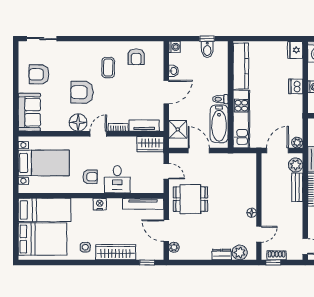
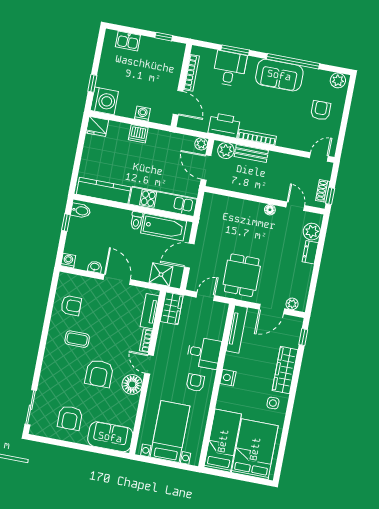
bidet: (207, 49) -> (81, 211), moved

